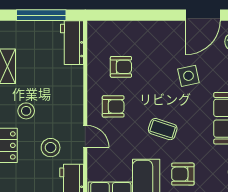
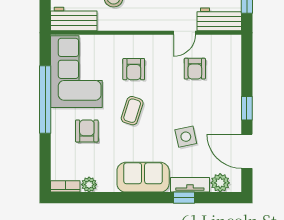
window: (160, 15) -> (247, 108), added
armchair: (113, 106) -> (134, 69), moved
door: (85, 136) -> (185, 33), moved

